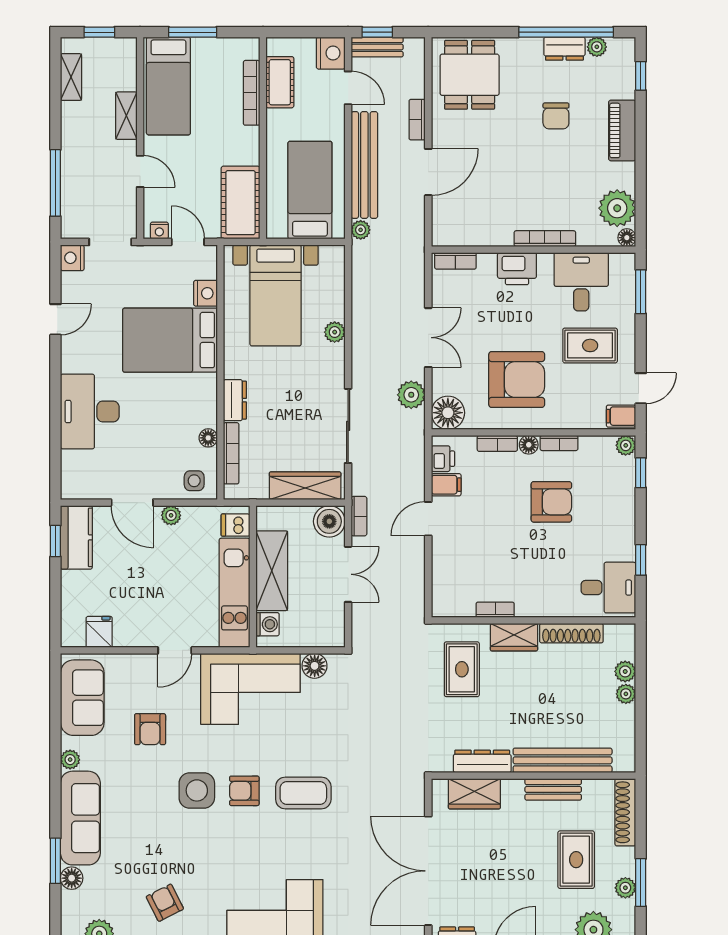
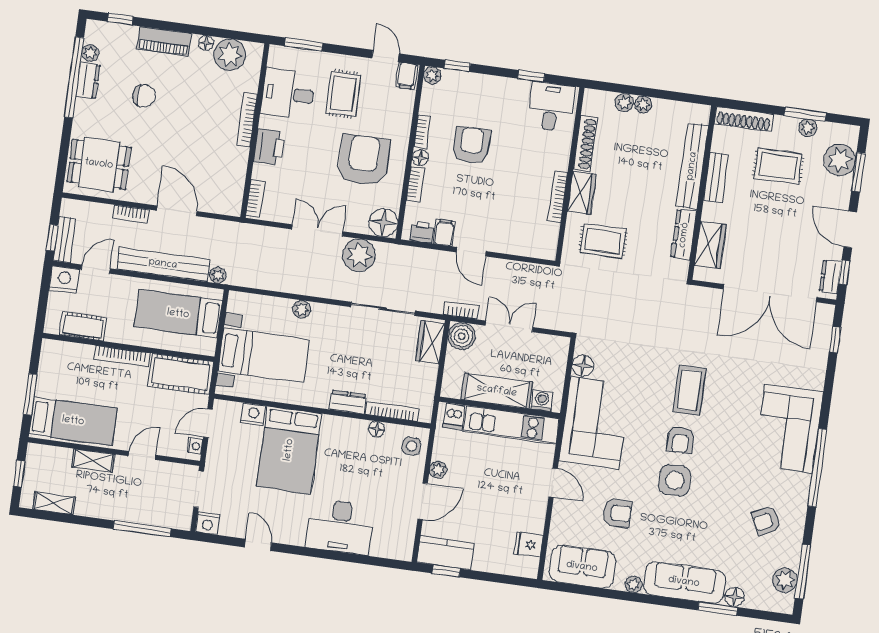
bookcase: (252, 93) -> (122, 356), moved
floor lamp: (627, 238) -> (206, 43), moved
plant: (411, 395) -> (359, 255), width x1.36, depth x1.36
wardrobe: (305, 486) -> (430, 342), width x0.67
bookcase: (495, 610) -> (558, 197), width x1.56

